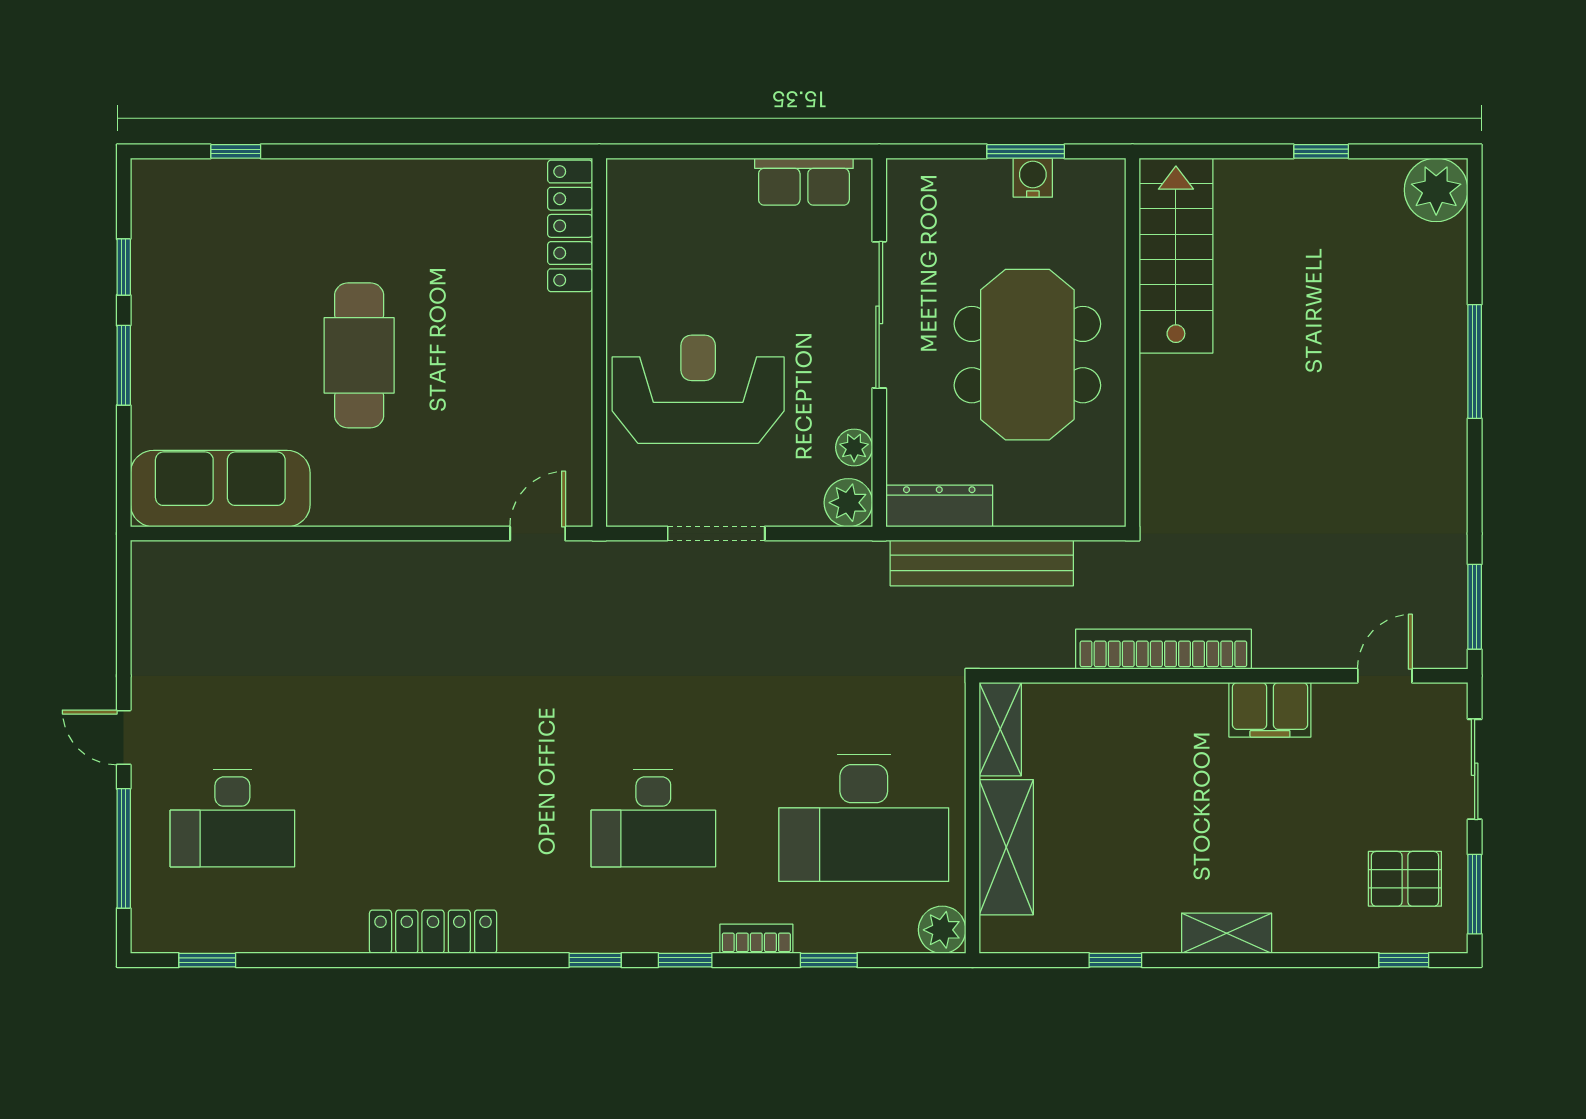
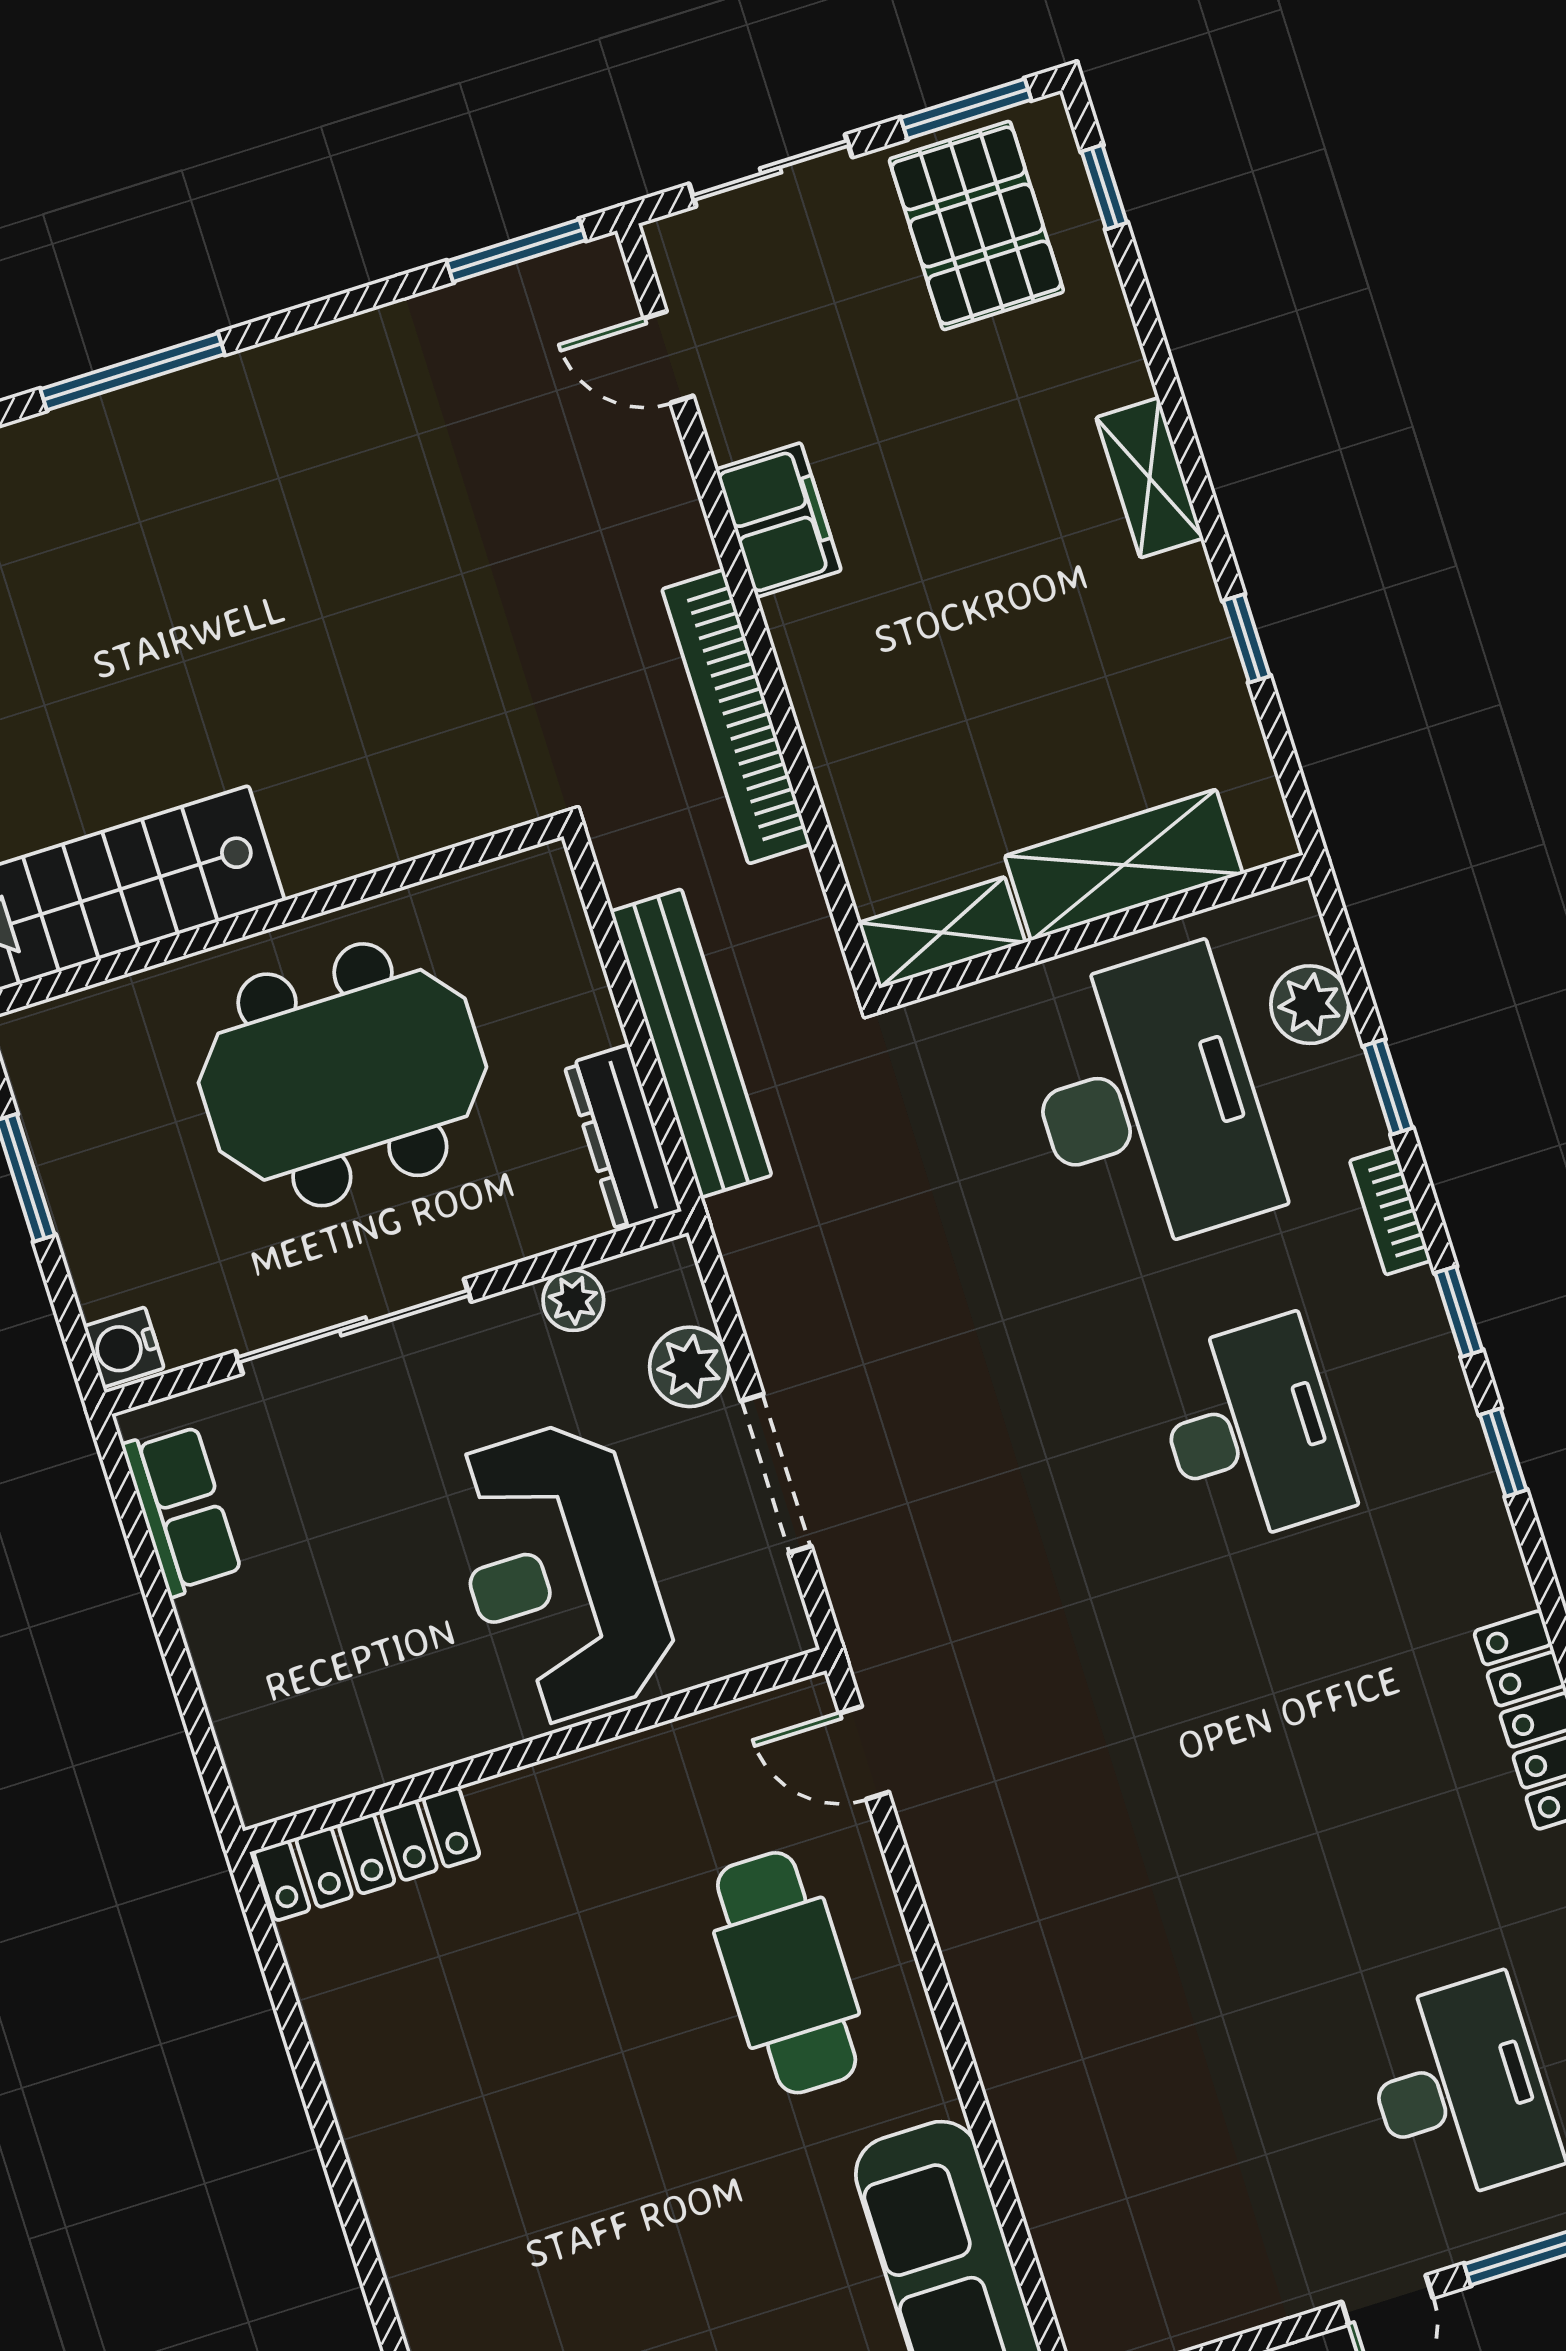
water cooler: (1033, 178) -> (124, 1347), moved
cafe table: (359, 355) -> (787, 1973), moved, turned 90
plant: (848, 503) -> (689, 1367), moved
pallet: (1405, 879) -> (976, 225), width x1.50, depth x1.42
plant: (942, 930) -> (1310, 1005), moved

